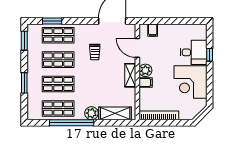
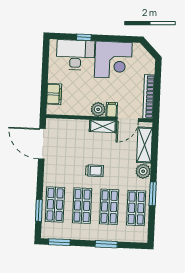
filing cabinet: (153, 30) -> (54, 94), width x2.00
door: (137, 48) -> (128, 120), moved
trolley: (95, 52) -> (94, 171), moved
desk: (194, 52) -> (75, 55), width x1.37
window: (72, 123) -> (153, 194), width x0.47

